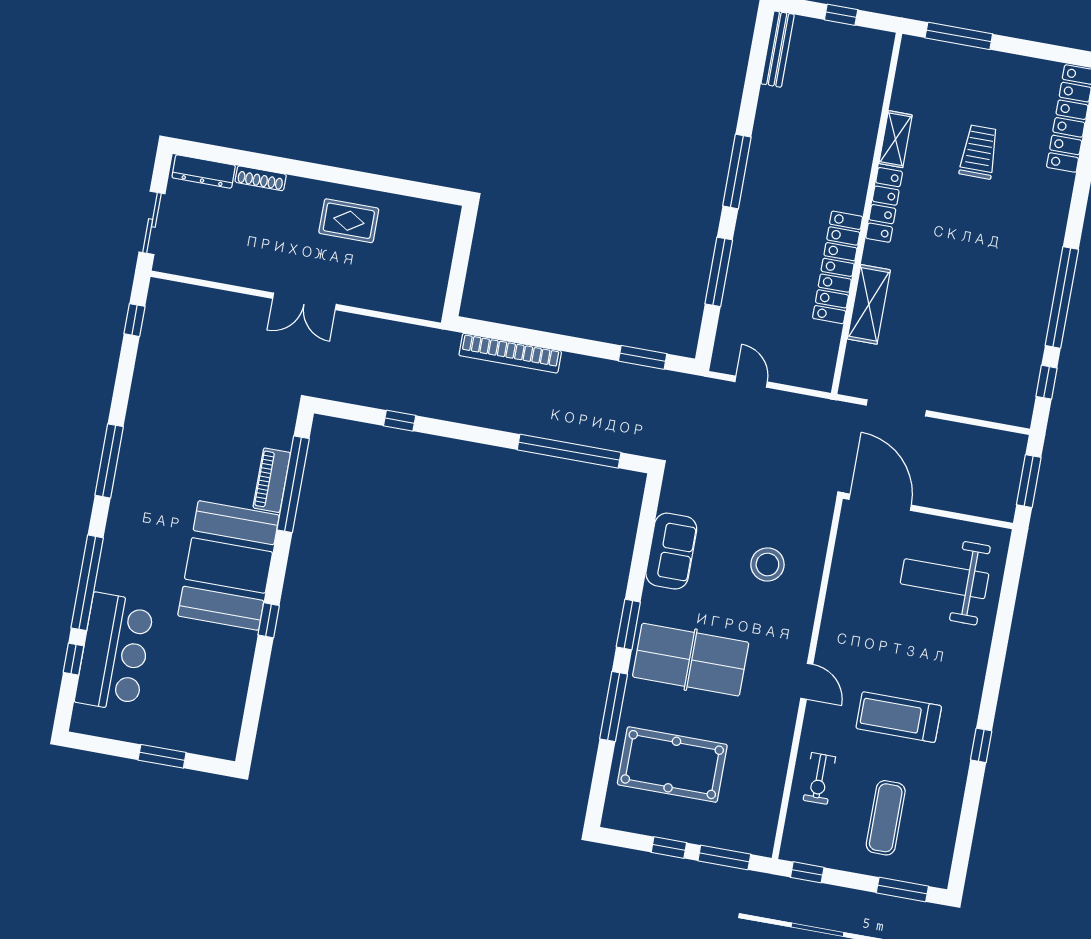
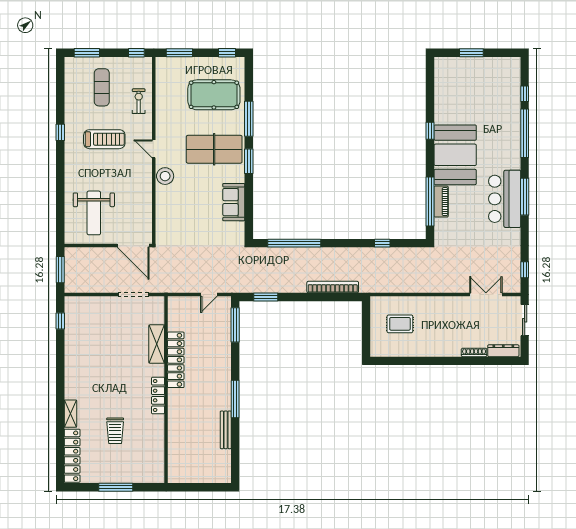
window: (841, 15) -> (197, 487), removed
window: (959, 36) -> (116, 487), moved
bench: (778, 49) -> (226, 430), moved
shelving: (896, 139) -> (71, 414), moved
rug: (349, 221) -> (400, 324), moved
window: (719, 272) -> (235, 325), moved
window: (1062, 297) -> (60, 365), removed
double door: (304, 301) -> (486, 295), moved
door: (751, 382) -> (209, 295), hinge flipped
stool: (767, 564) -> (165, 176), moved
weight bench: (945, 579) -> (94, 213), turned 90
bar counter: (115, 652) -> (505, 199), moved
window: (669, 847) -> (227, 53), moved

